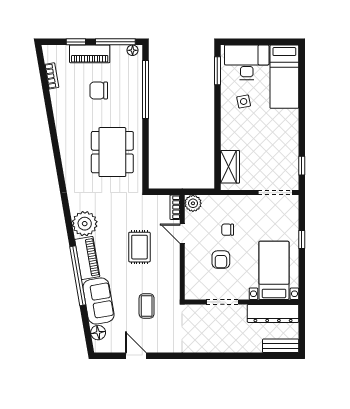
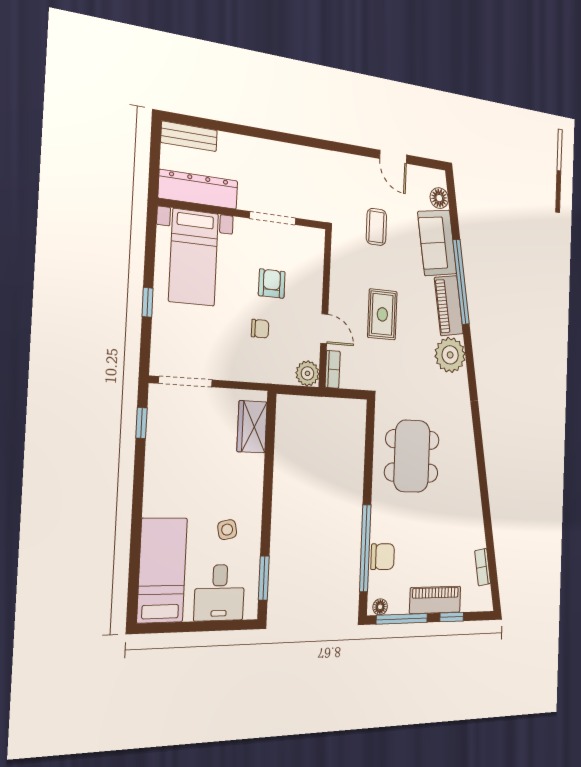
desk: (247, 62) -> (219, 593), width x0.73
chair: (99, 91) -> (383, 557), moved

